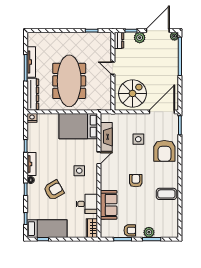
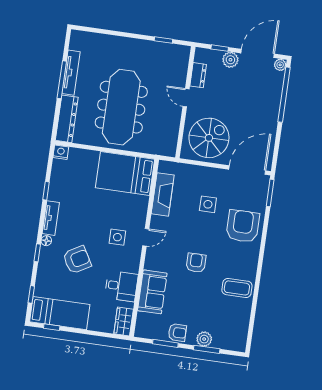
dresser: (119, 40) -> (198, 75), moved
armchair: (164, 151) -> (243, 226), turned 180
door: (99, 158) -> (146, 237), moved

